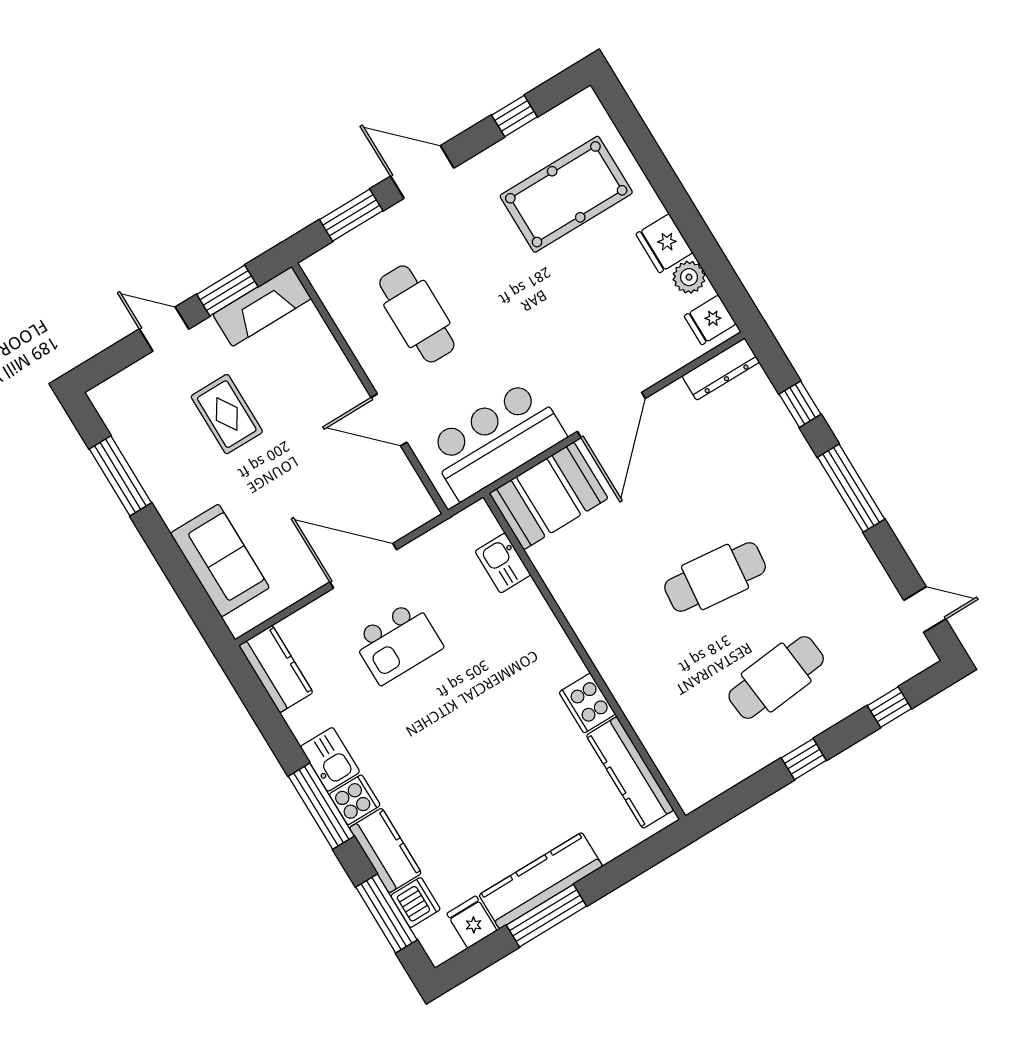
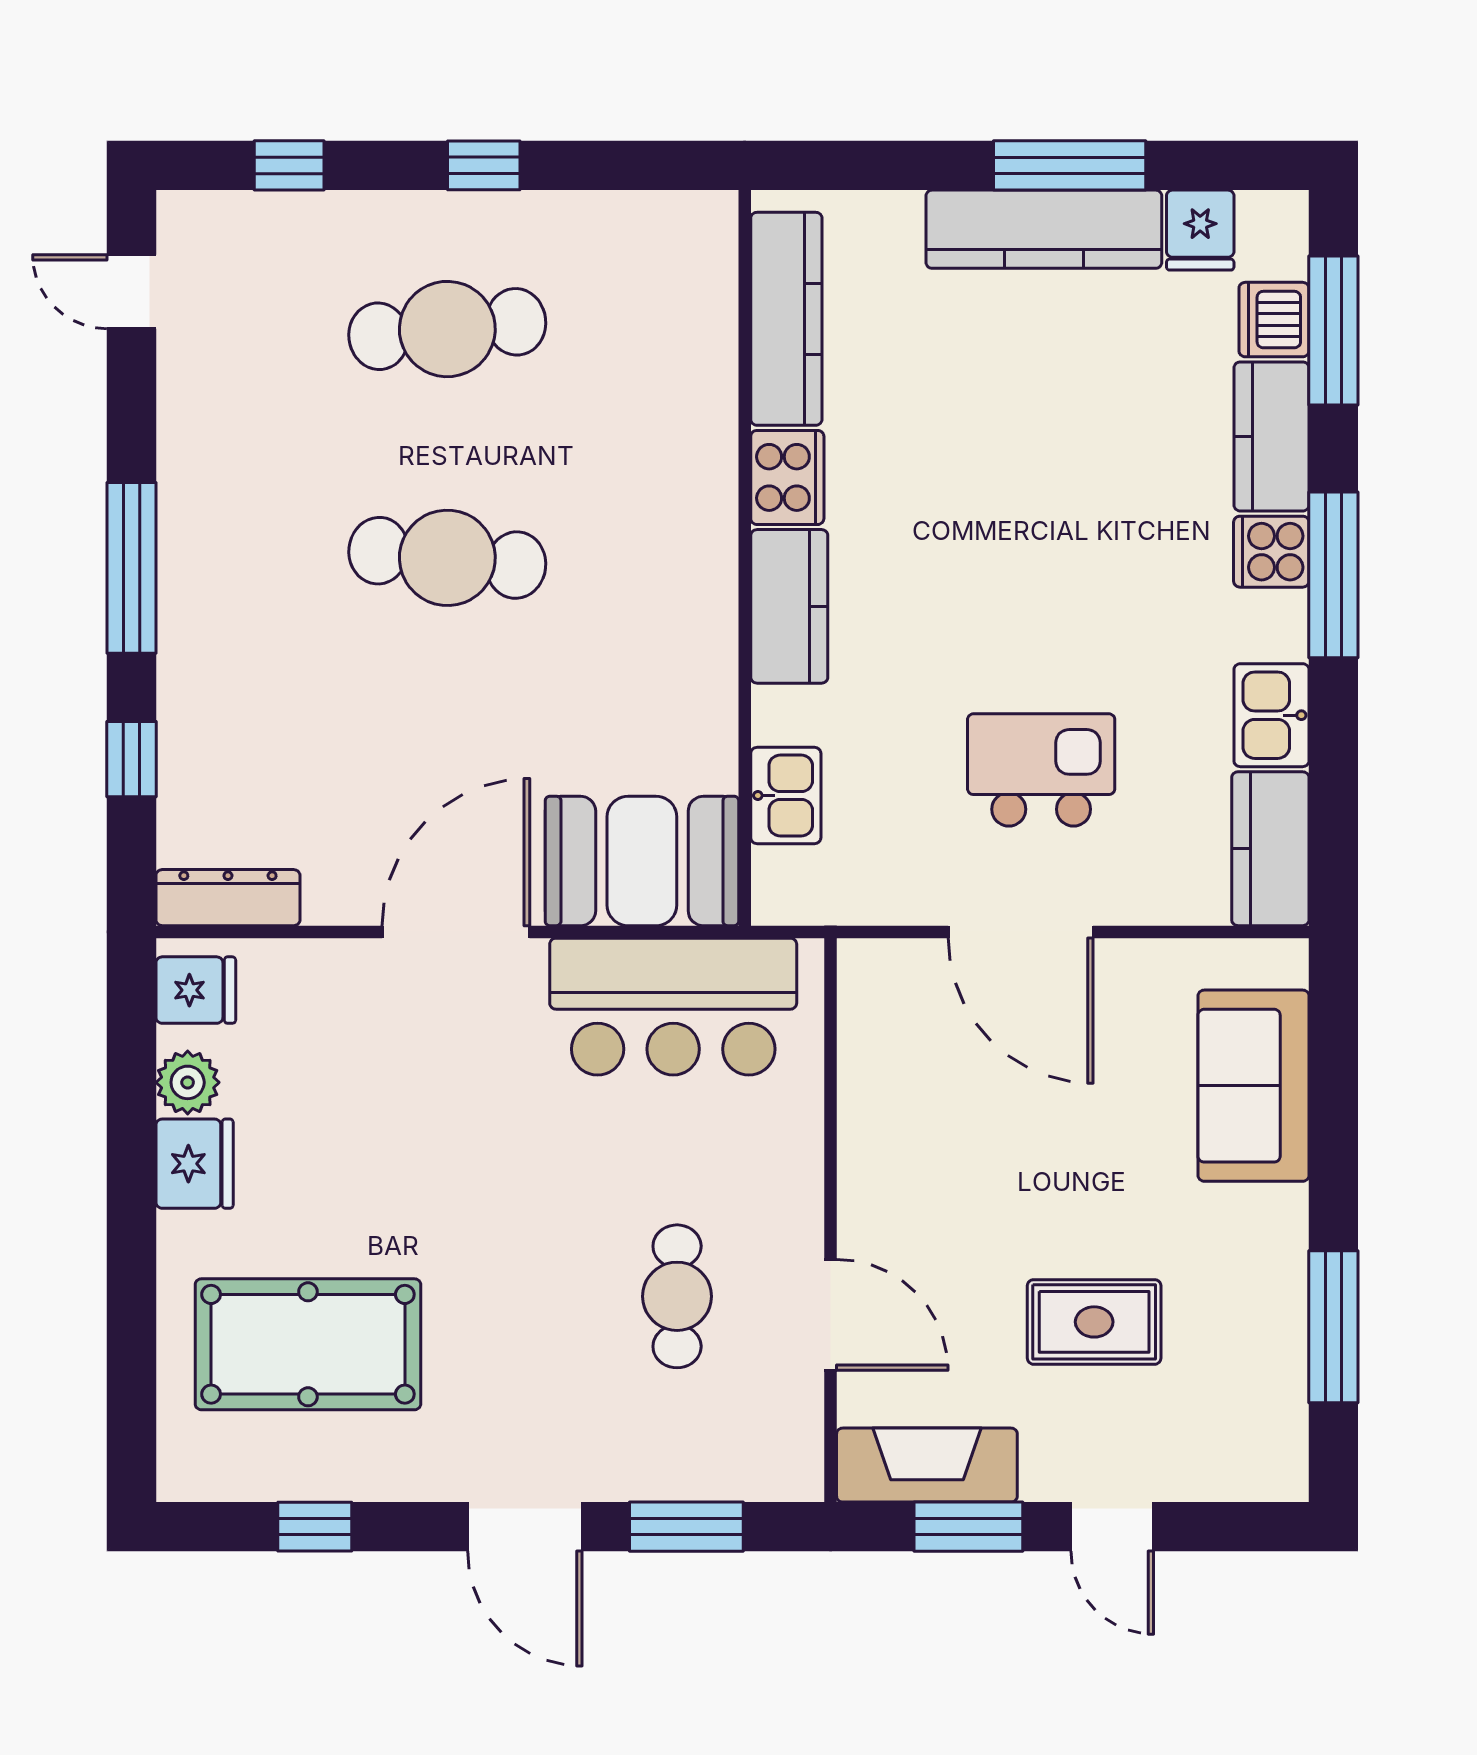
cafe table: (417, 314) -> (677, 1296), width x0.73, depth x0.74
rug: (227, 414) -> (1094, 1322), turned 90
door: (389, 420) -> (831, 1315), moved
kitchen counter: (552, 647) -> (789, 606), added
kitchen sink: (330, 759) -> (1271, 715), moved

